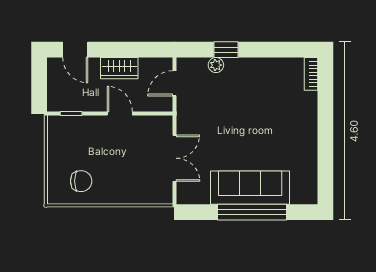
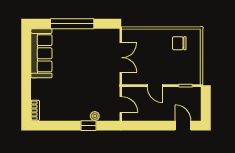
wardrobe: (119, 68) -> (155, 114), removed
door: (174, 83) -> (121, 104), hinge flipped
double door: (174, 158) -> (121, 58), swing flipped
sofa: (250, 188) -> (41, 53), moved, turned -90

